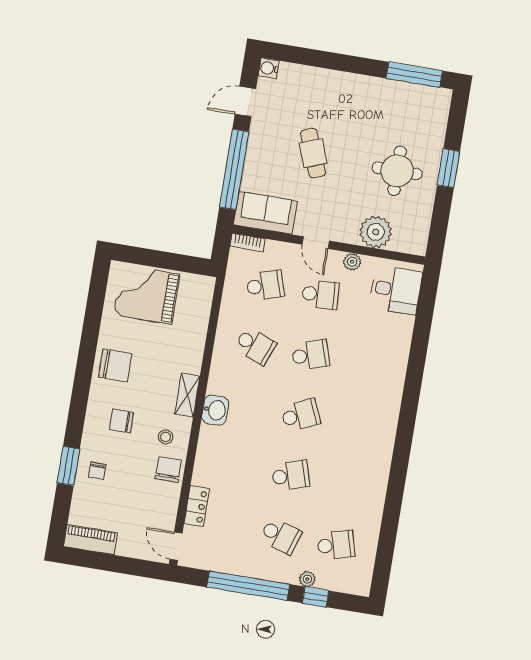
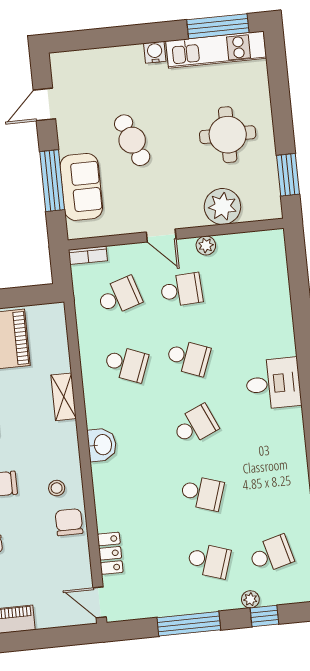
water cooler: (269, 68) -> (155, 52), moved, turned 90
kitchen unit: (407, 94) -> (216, 50), added
window: (449, 168) -> (288, 175), moved
window: (234, 169) -> (52, 181), width x0.68
sofa: (265, 213) -> (81, 187), moved, turned 90
desk: (396, 290) -> (273, 384), moved
school desk: (310, 355) -> (188, 358), turned 39
shelving: (187, 395) -> (64, 397), moved
school desk: (291, 475) -> (202, 493), turned 36
window: (248, 586) -> (189, 624), width x0.68

